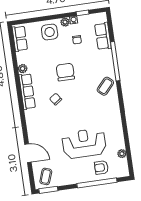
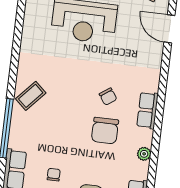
chair: (65, 72) -> (105, 131), moved
row of seats: (27, 91) -> (148, 110), width x0.68

